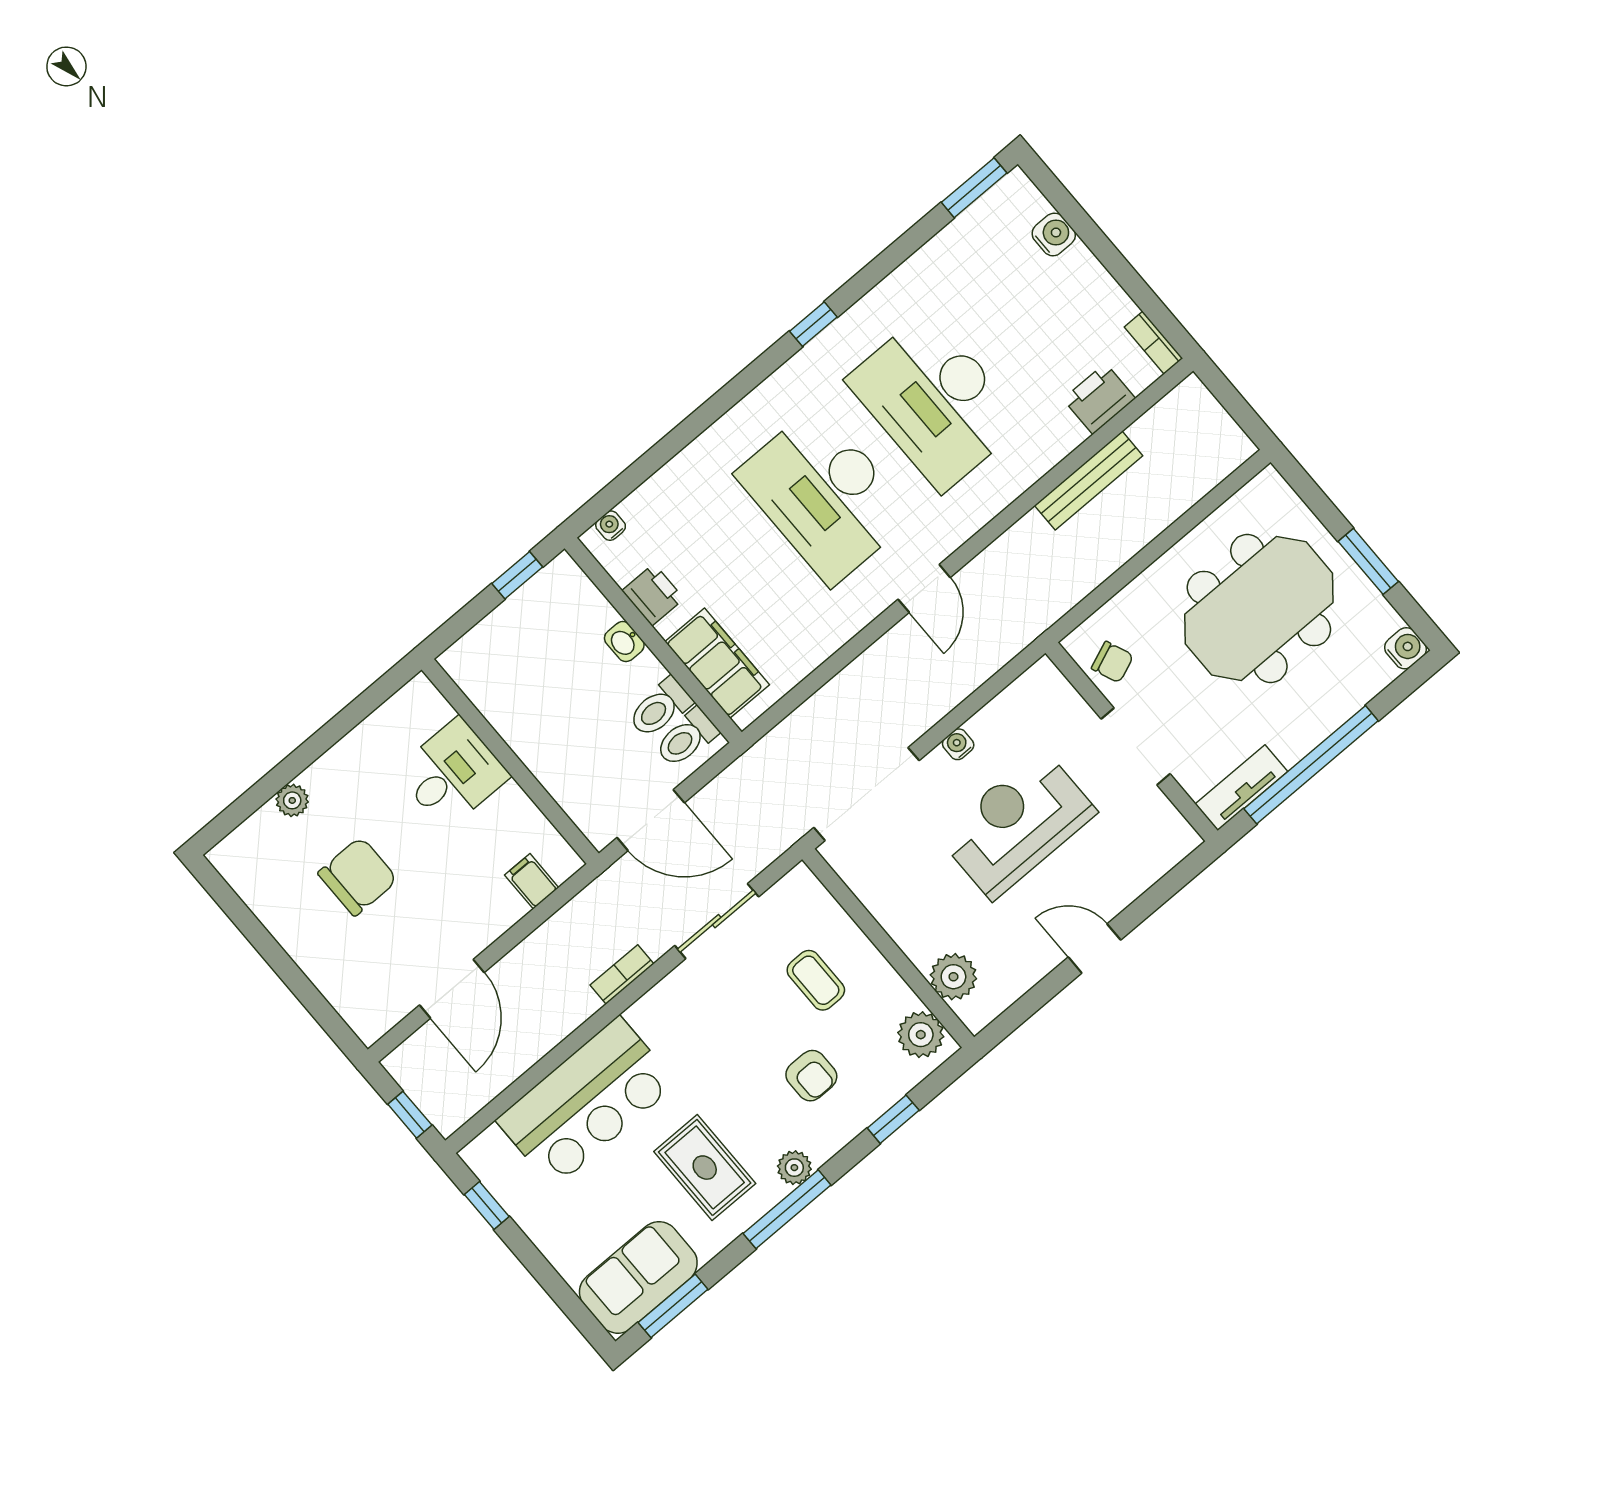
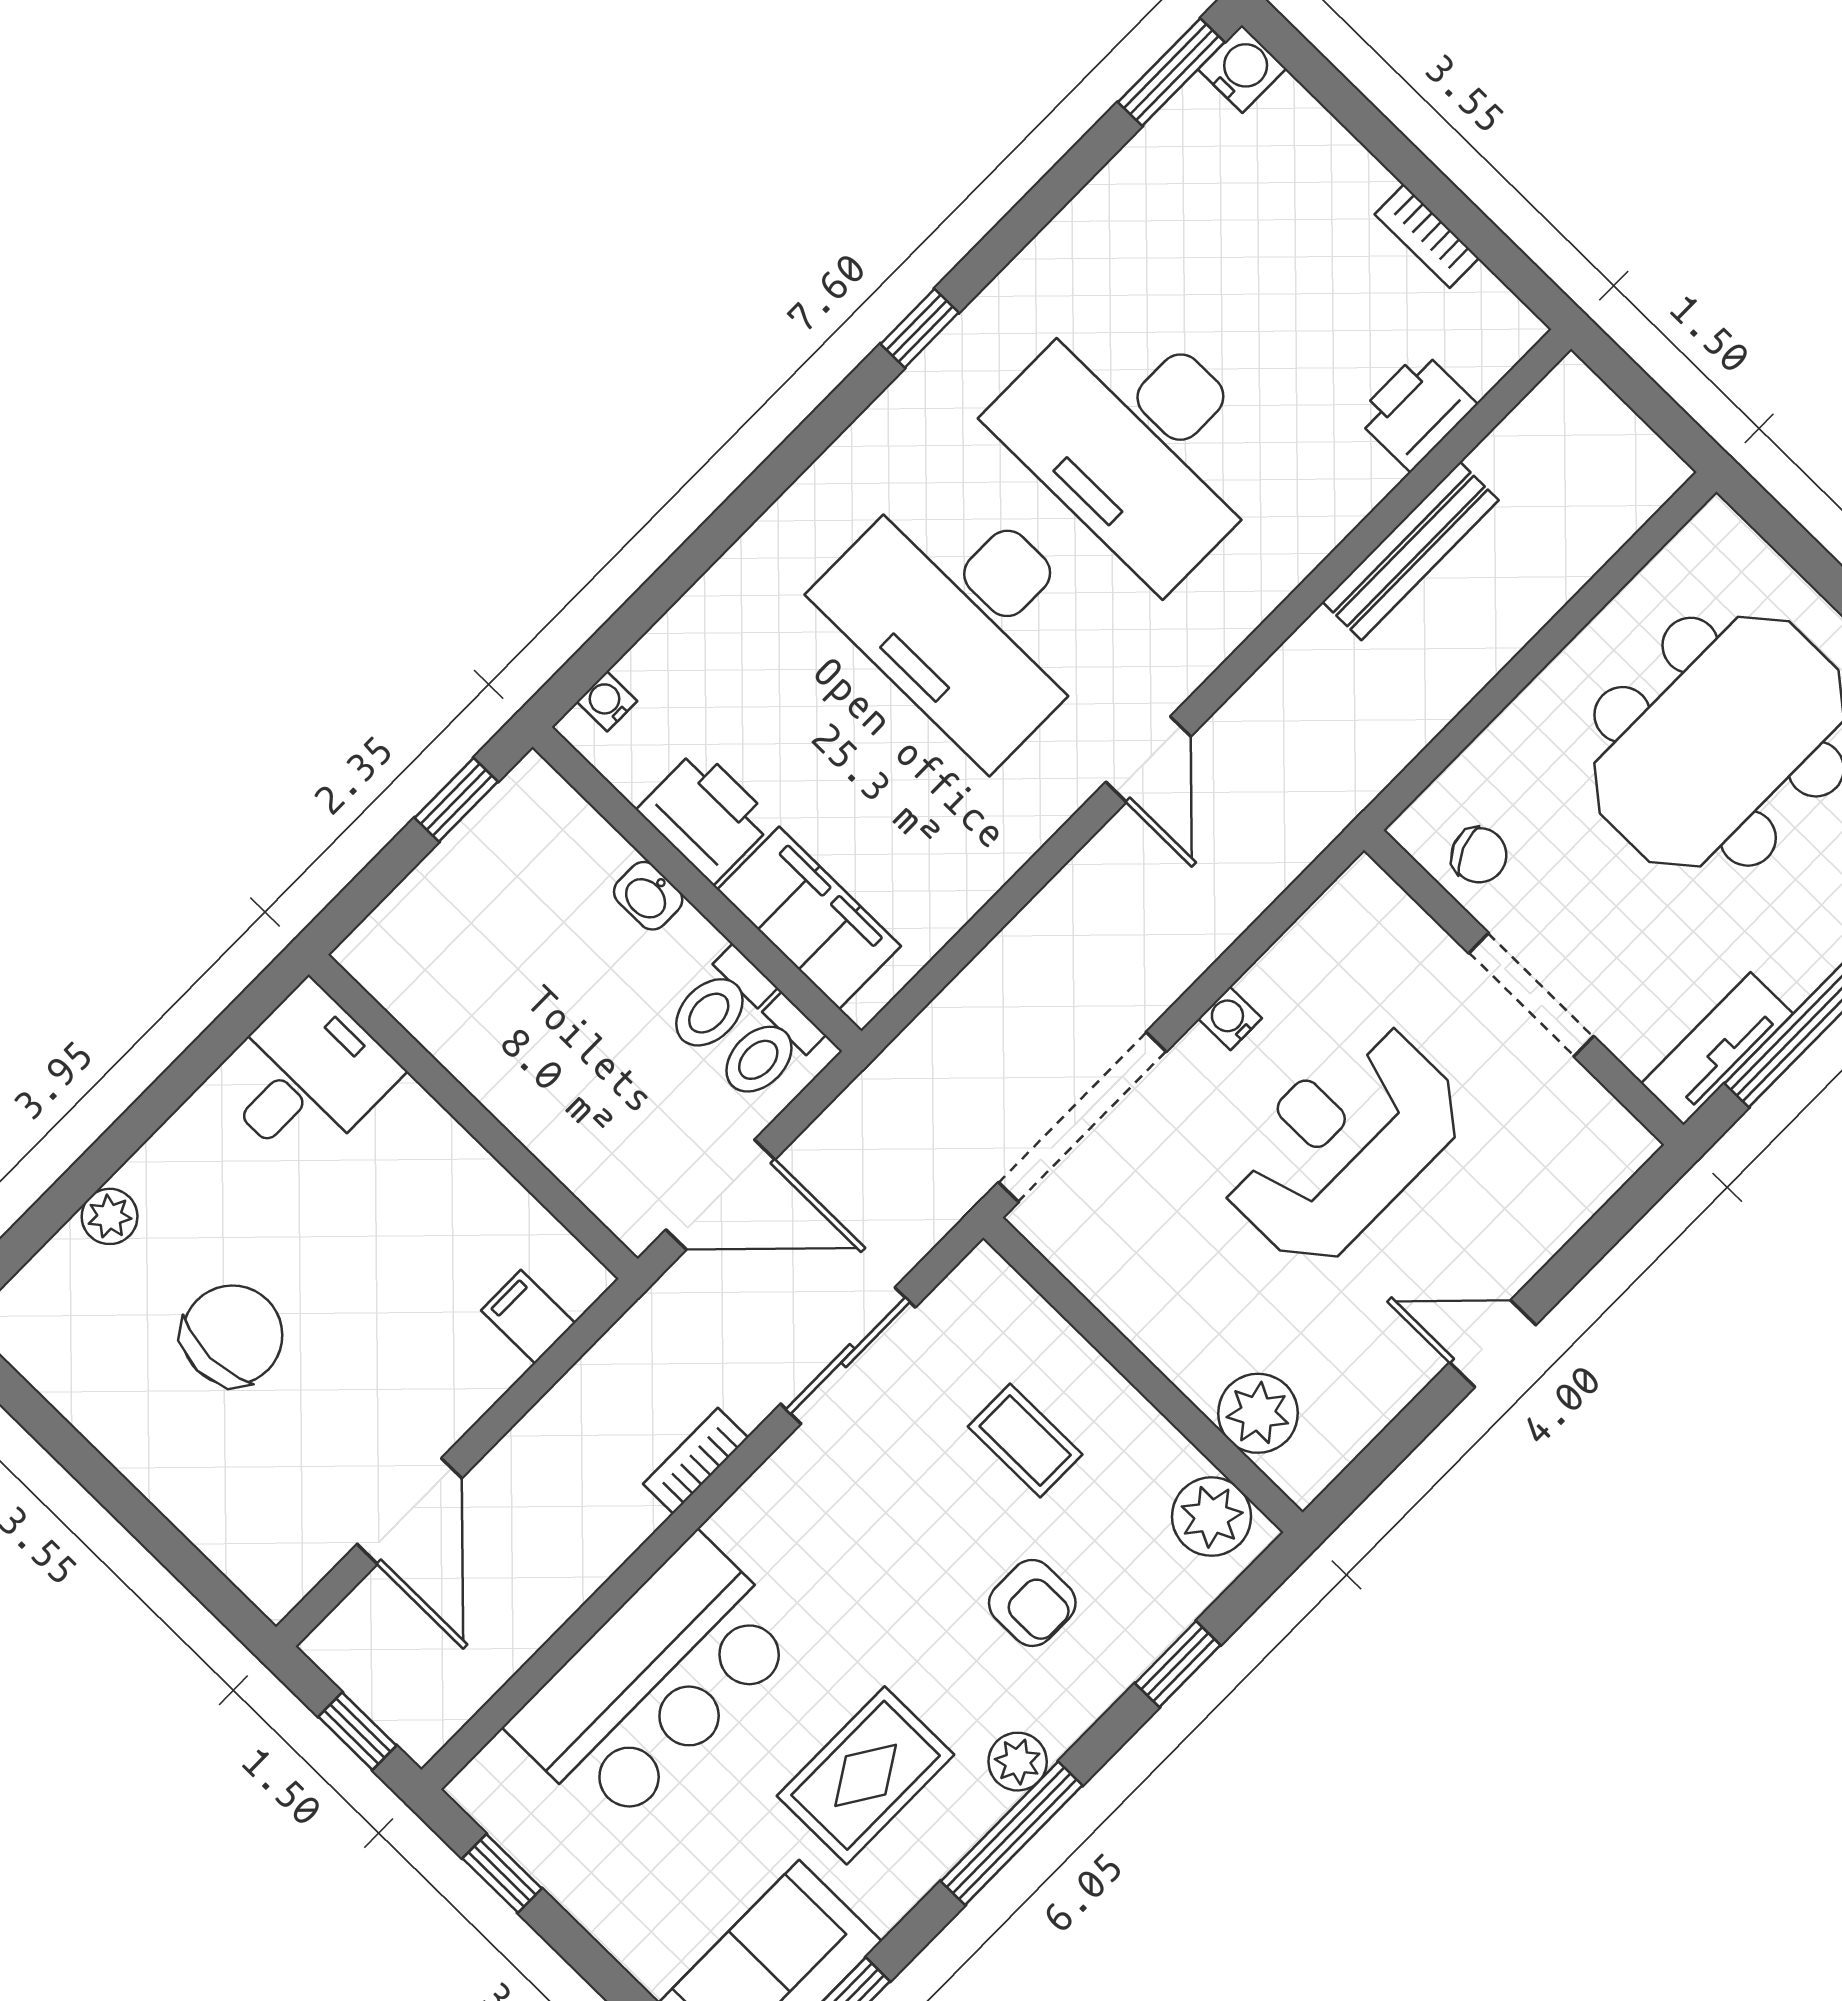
water cooler: (1054, 234) -> (1242, 69), moved
bookcase: (1153, 343) -> (1427, 236), moved
printer: (653, 595) -> (706, 816), width x1.36, depth x1.24
desk: (452, 774) -> (306, 1076), moved
rug: (705, 1168) -> (866, 1775), turned 90

